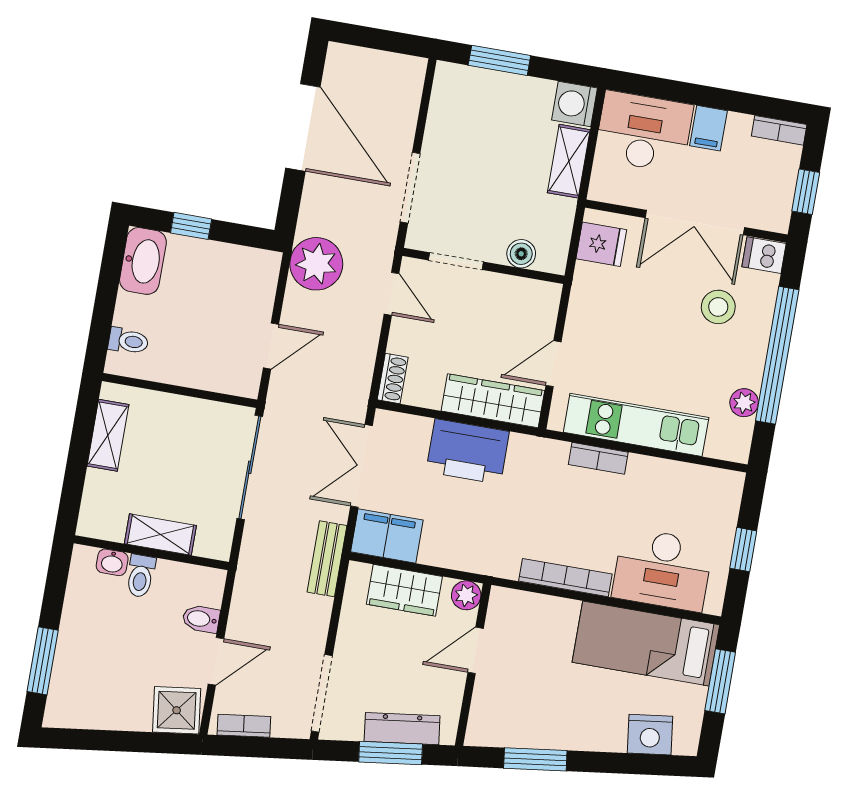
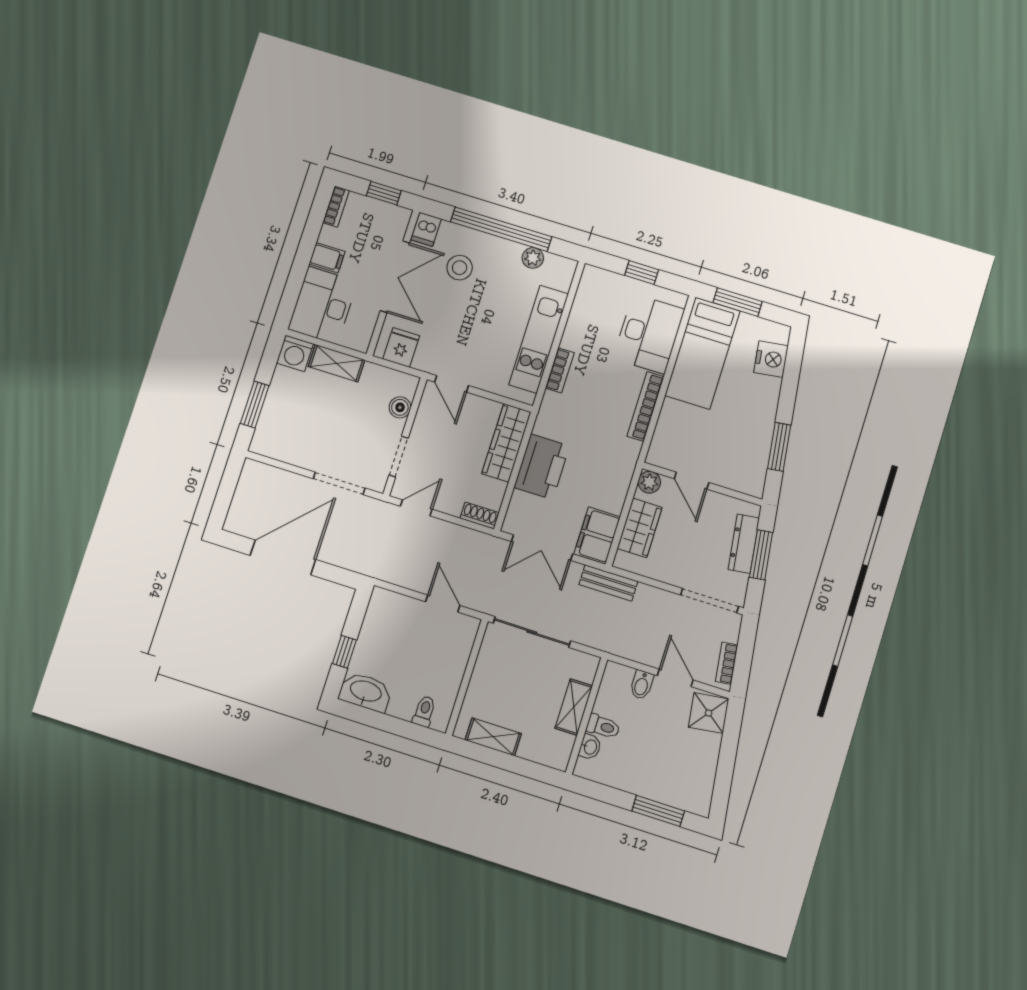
plant: (316, 264) -> (386, 561), removed
door: (553, 364) -> (452, 384), moved

